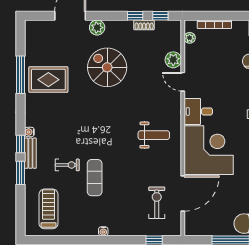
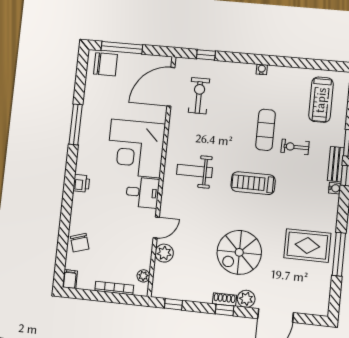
window: (135, 16) -> (225, 310), moved
shoe rack: (144, 25) -> (224, 299), moved
spiral stairs: (107, 67) -> (239, 252), turned 90
door: (183, 82) -> (156, 227), hinge flipped
treadmill: (101, 129) -> (253, 183), added
door: (183, 194) -> (171, 87), moved
exercise bike: (157, 203) -> (199, 96), turned 180

